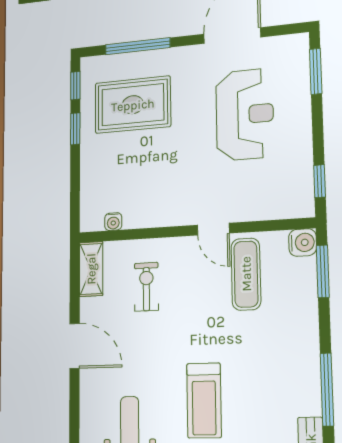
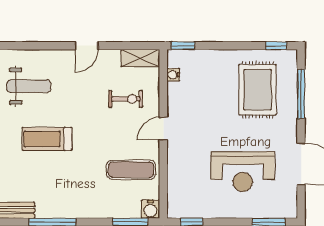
window: (75, 129) -> (183, 46), moved
door: (213, 229) -> (163, 129), moved
door: (75, 346) -> (86, 46), width x0.73

